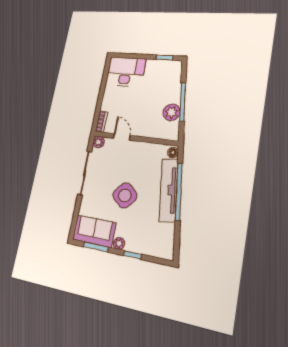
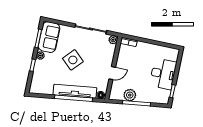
desk: (126, 72) -> (163, 74), moved
door: (122, 137) -> (112, 73), moved

